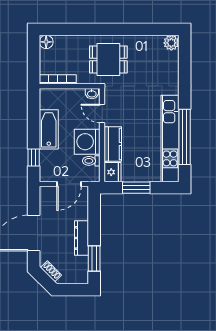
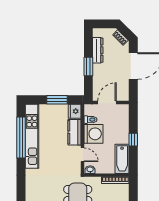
bathtub: (49, 129) -> (122, 159), moved
window: (34, 157) -> (133, 140), moved
dresser: (82, 238) -> (98, 50), moved
window: (94, 259) -> (88, 67), moved

